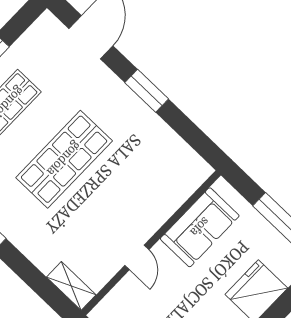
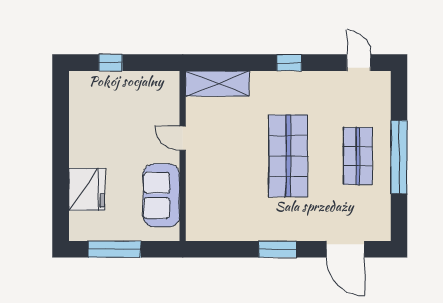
shelving: (71, 286) -> (217, 84), width x1.50, depth x1.33

